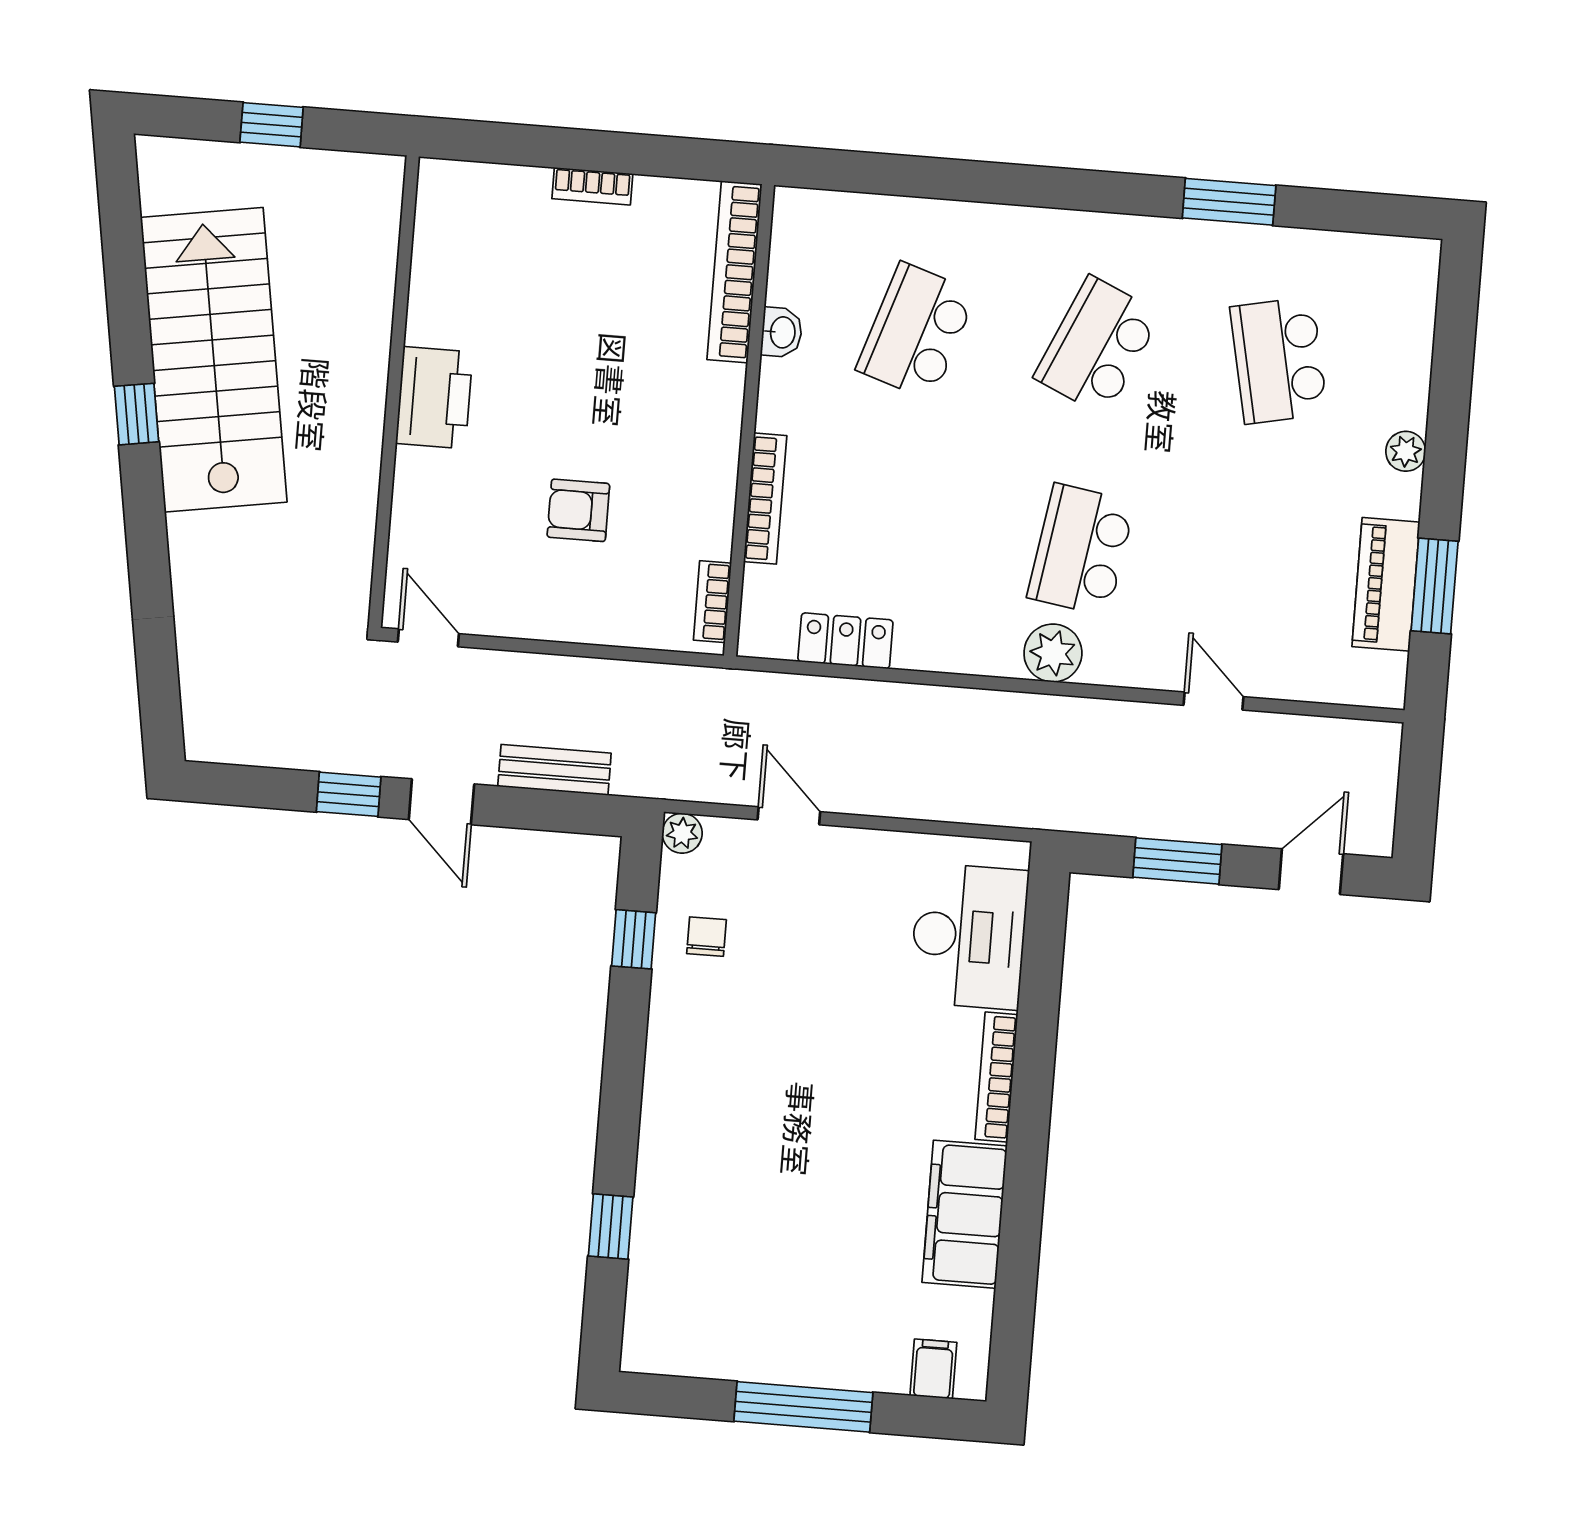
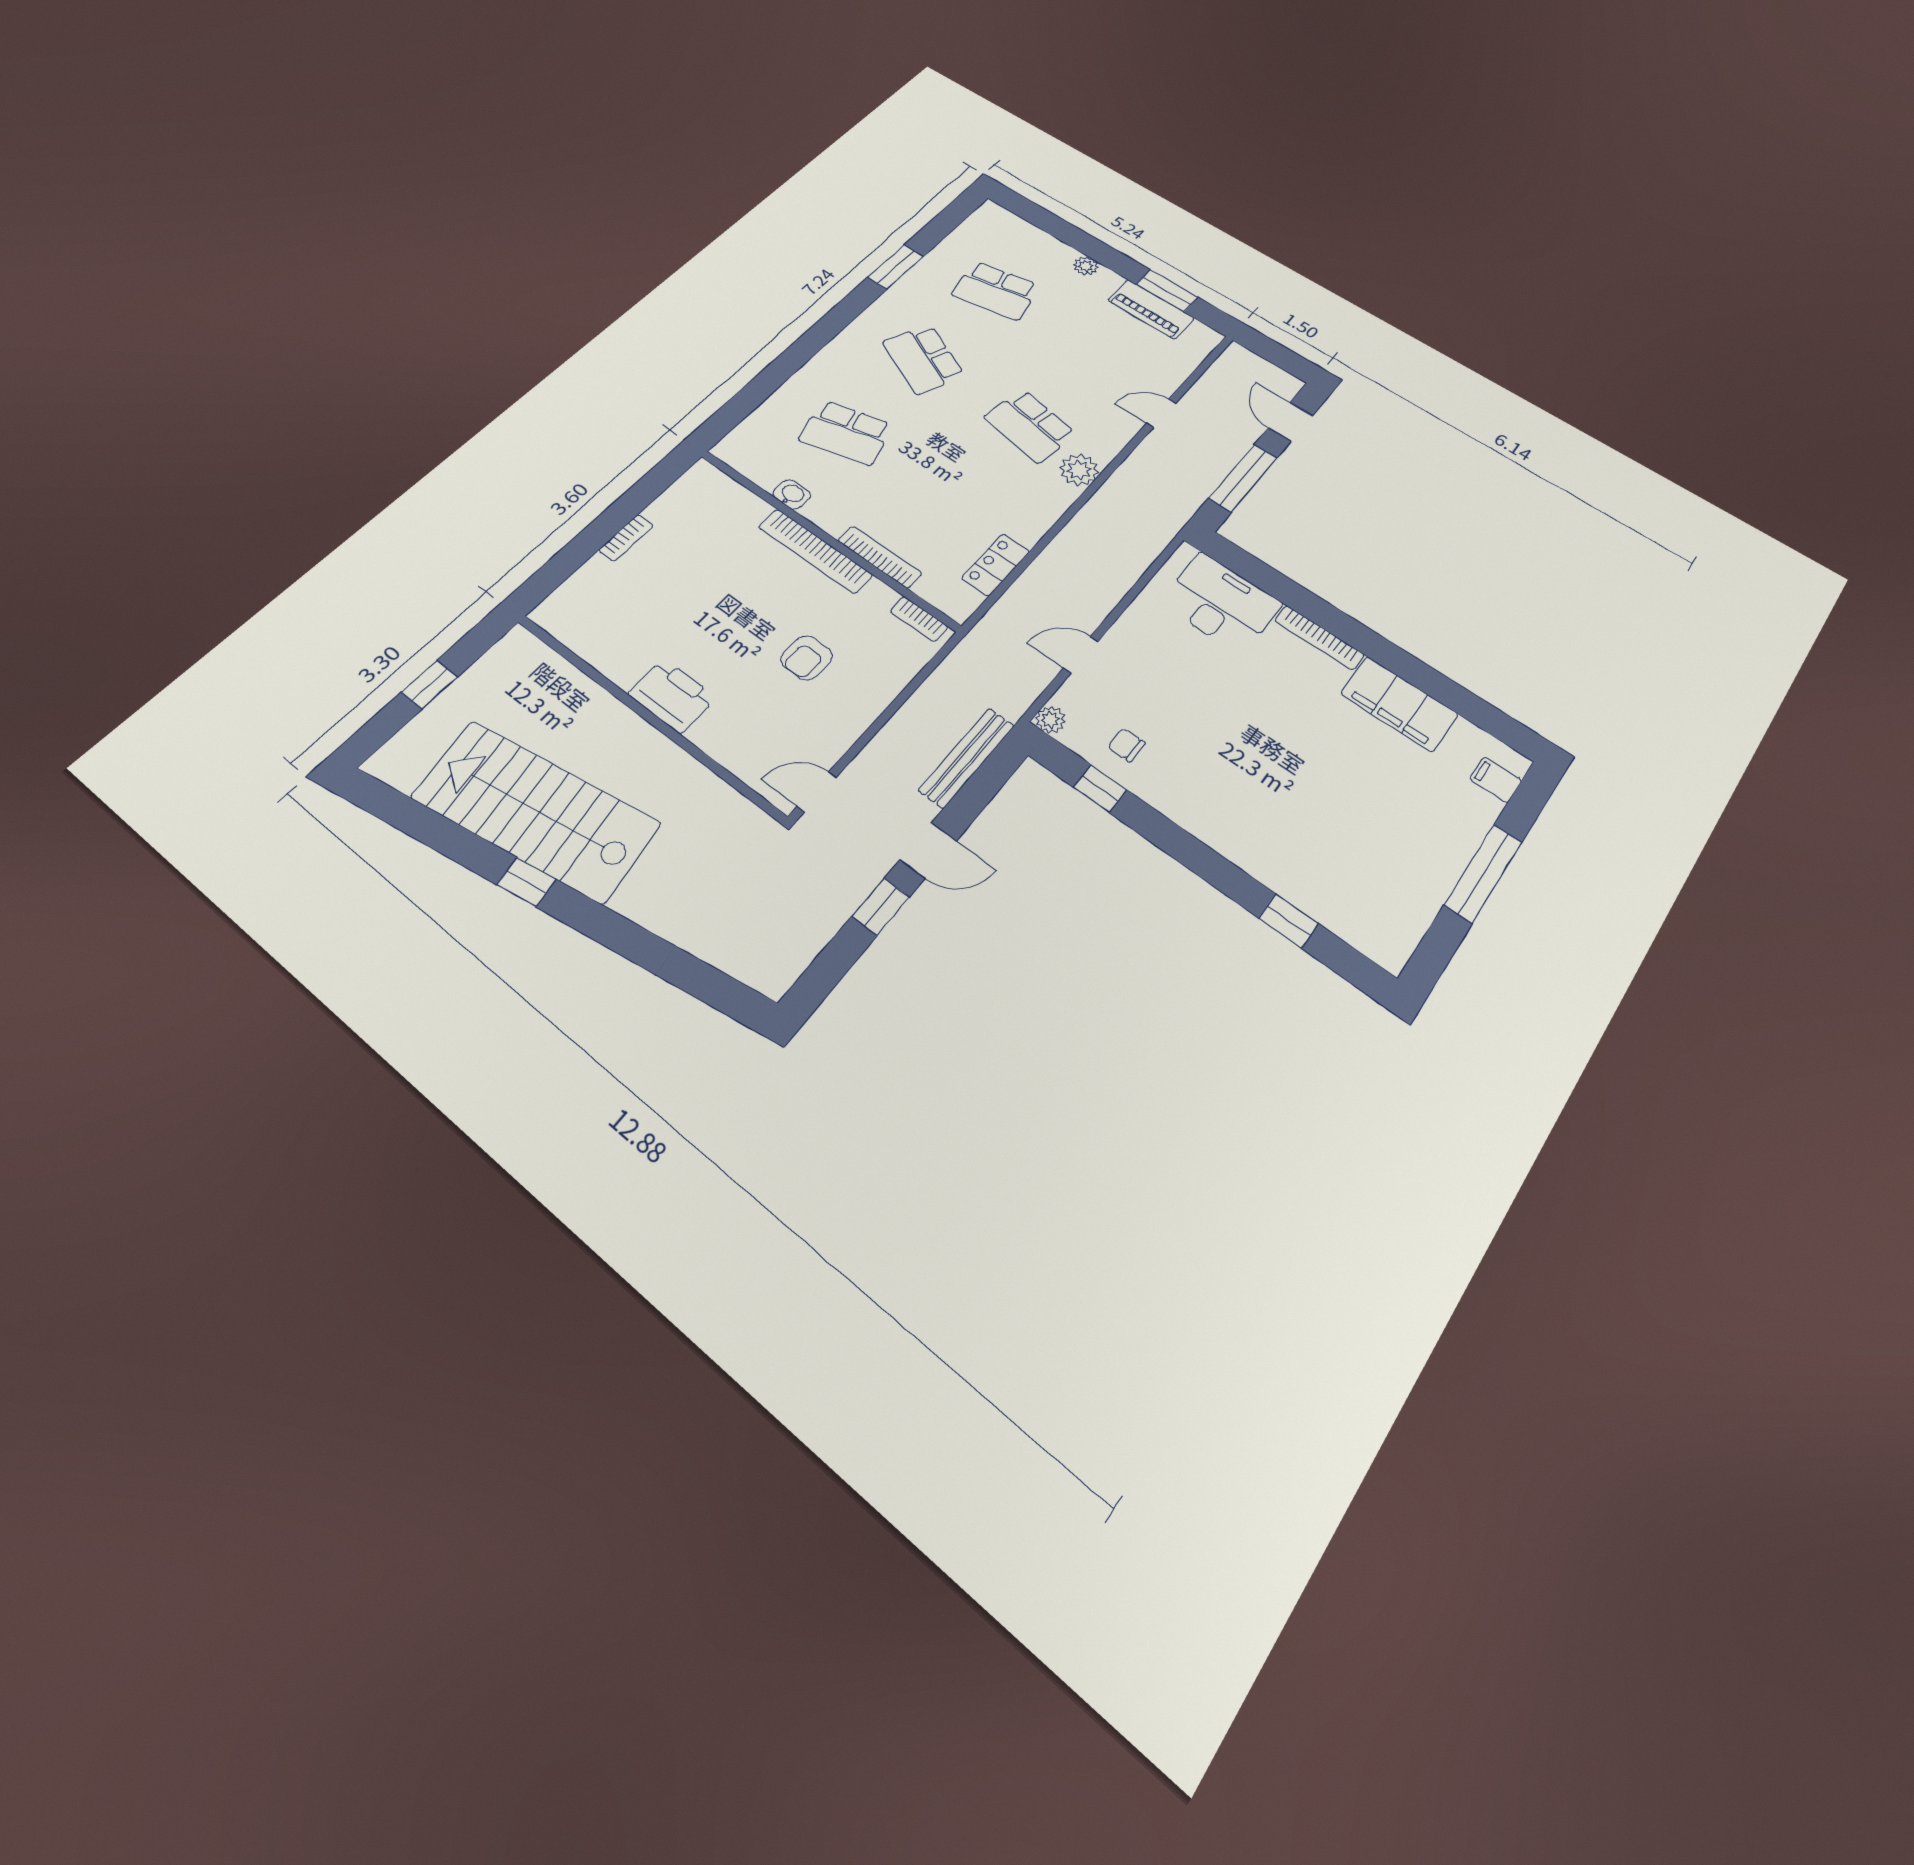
bookcase: (734, 272) -> (815, 551), moved
school desk: (916, 331) -> (846, 432), turned -33
bench: (554, 770) -> (967, 758), width x1.36
window: (1177, 861) -> (1243, 478), width x1.44

